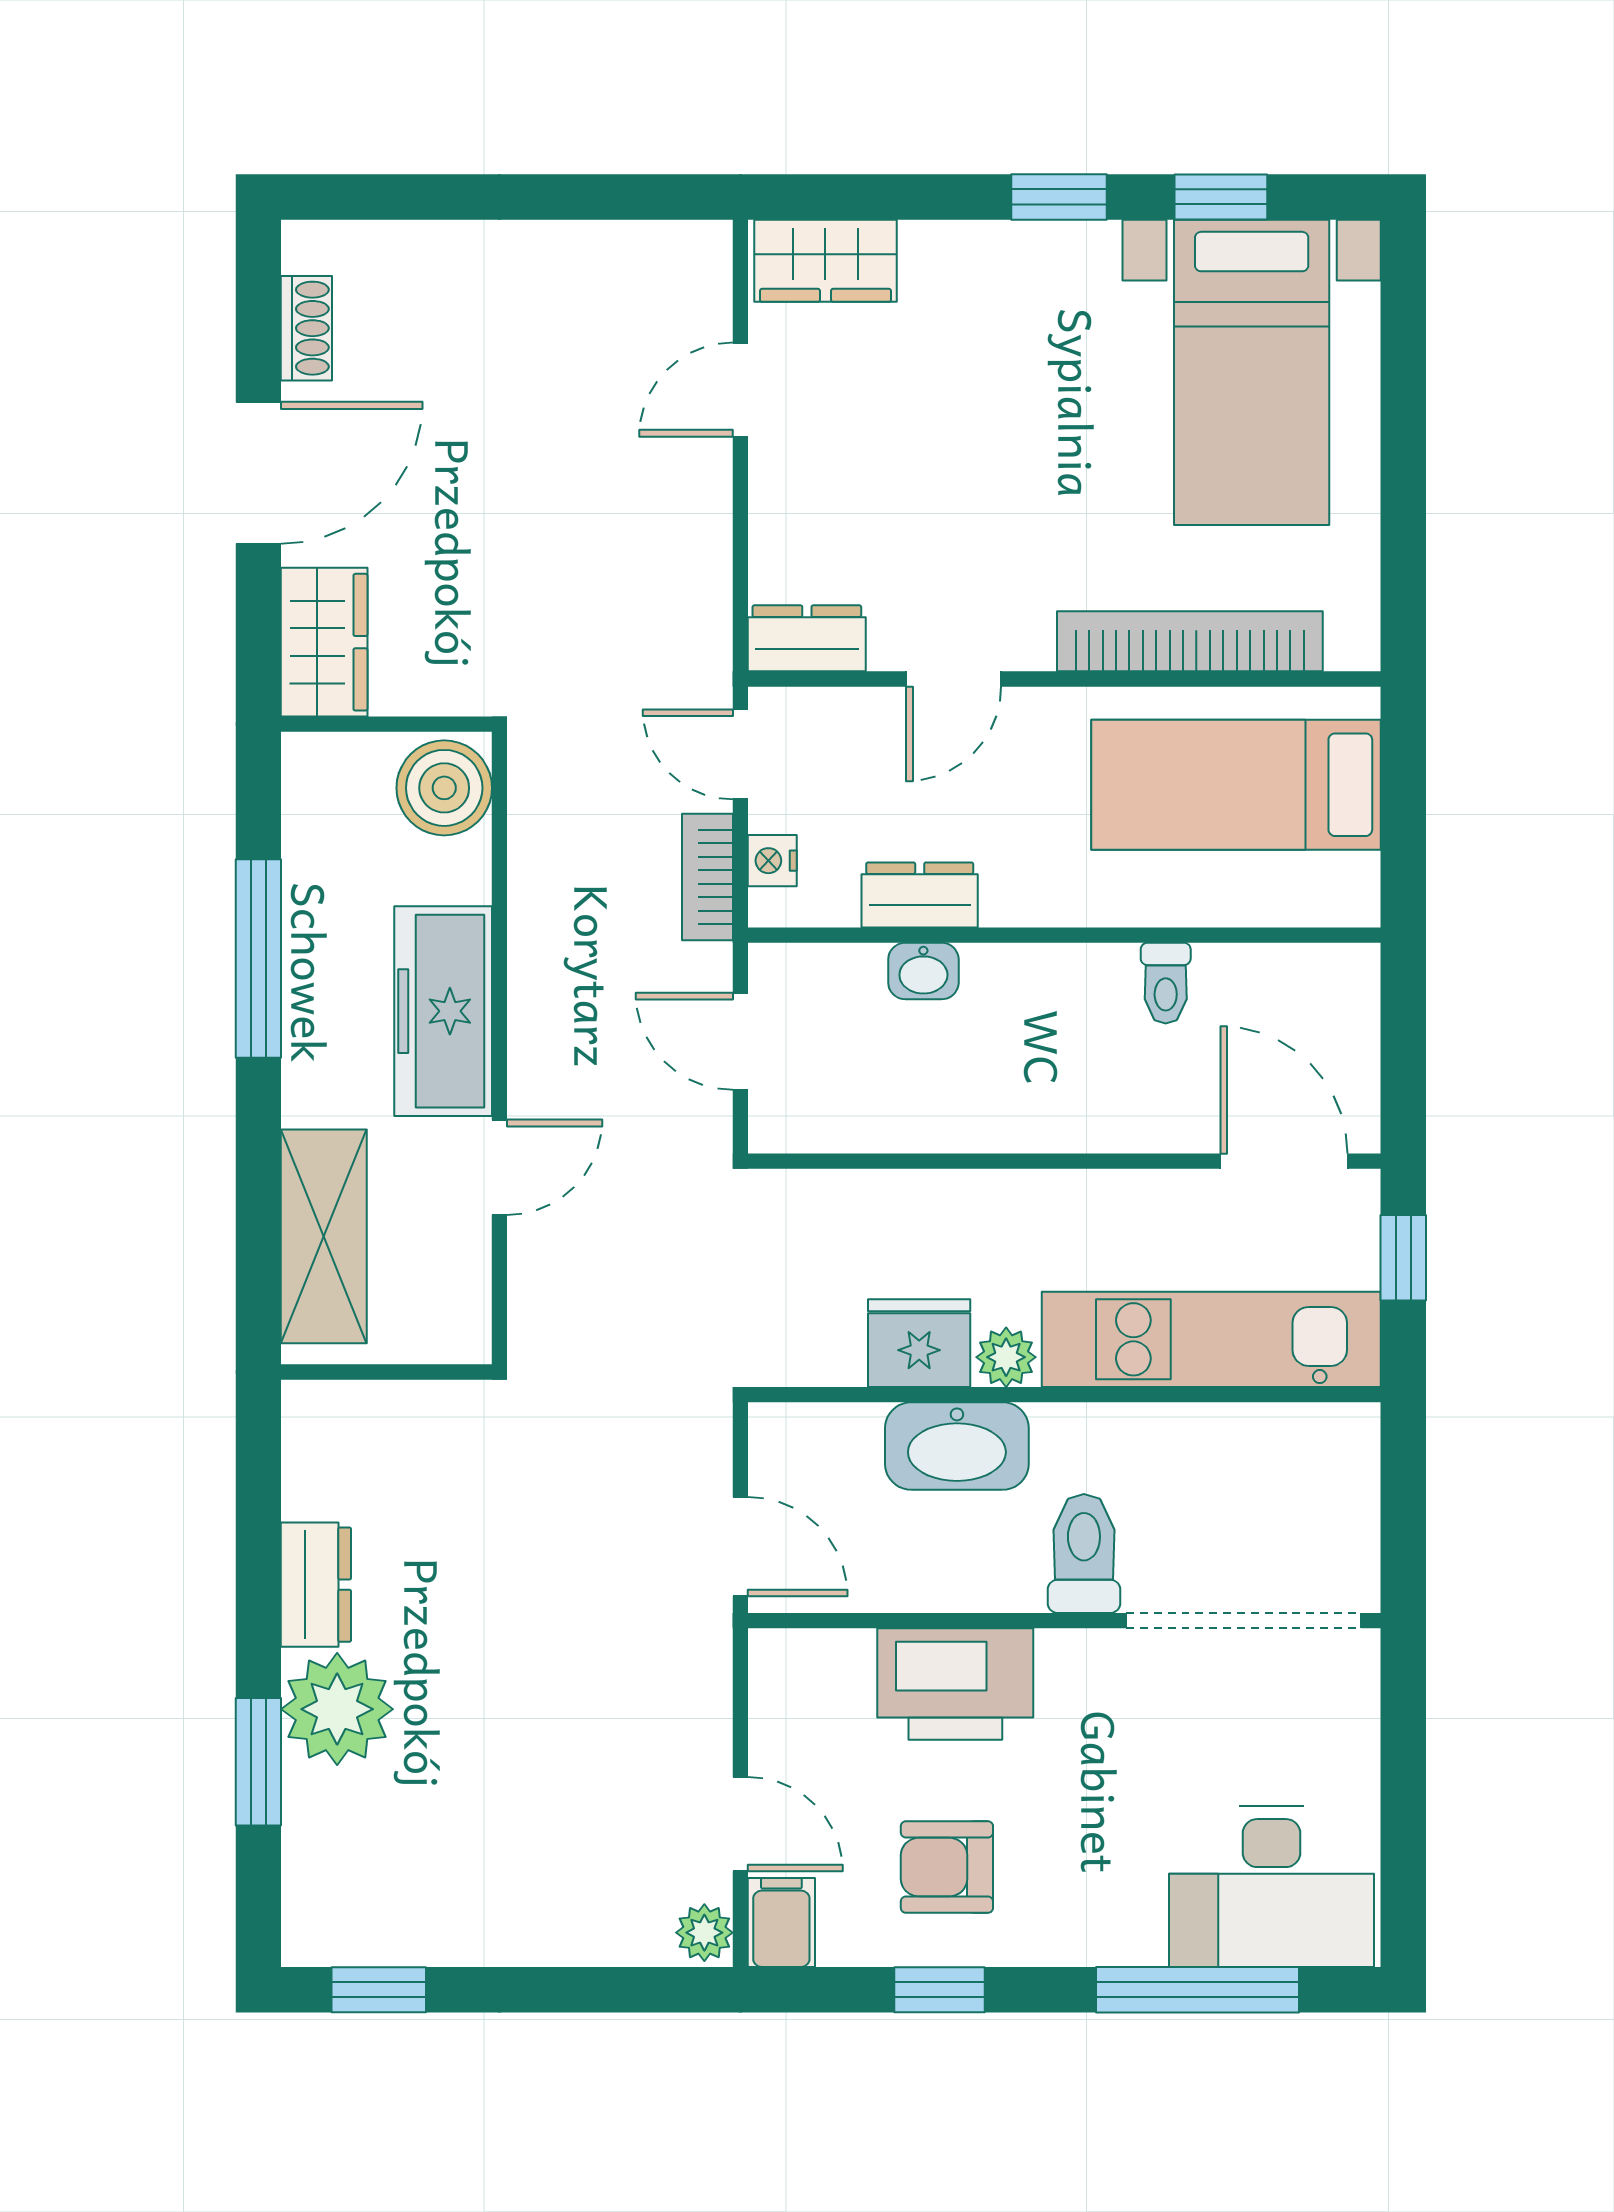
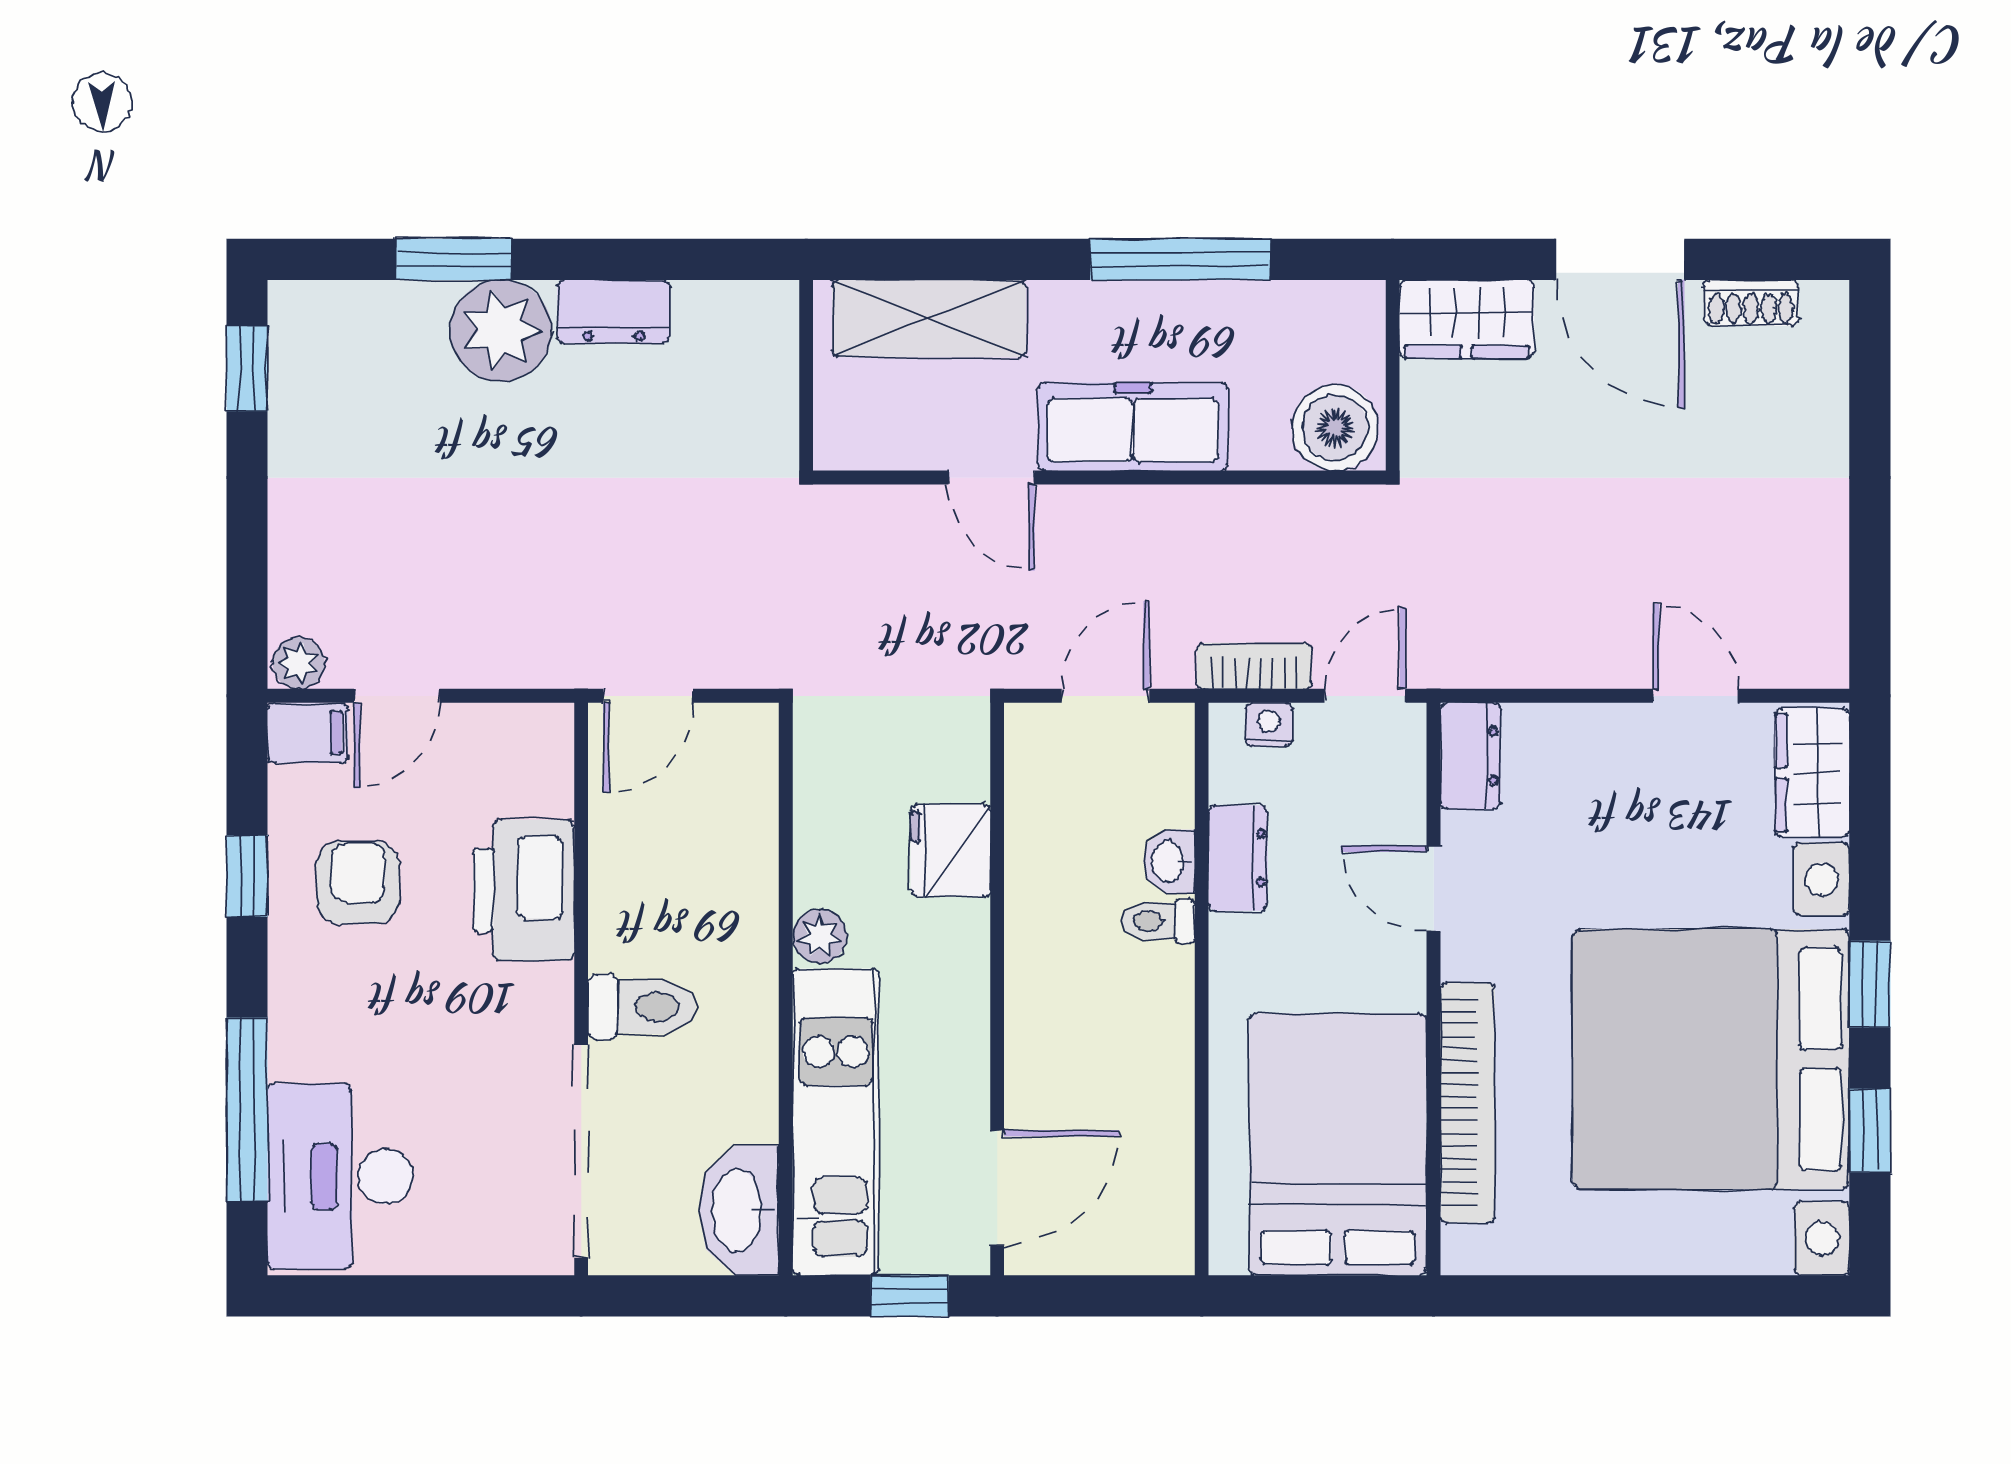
bed with nightstands: (1252, 372) -> (1711, 1059), width x1.85
bed: (1236, 785) -> (1338, 1144), width x1.50
toilet: (1166, 983) -> (1158, 921), moved
fridge: (919, 1343) -> (950, 851), moved, turned 180
washbasin: (957, 1446) -> (739, 1210), moved

